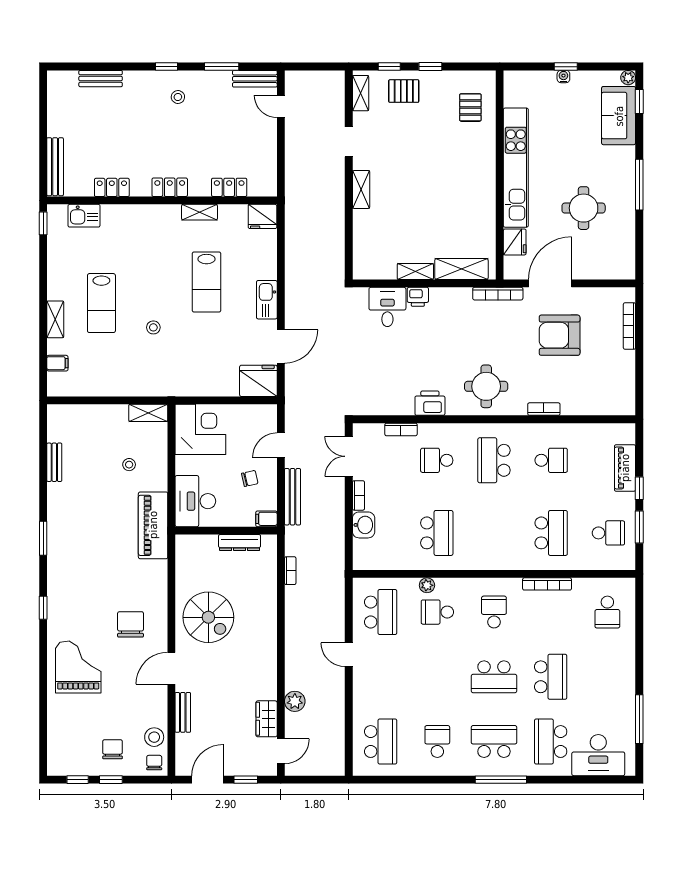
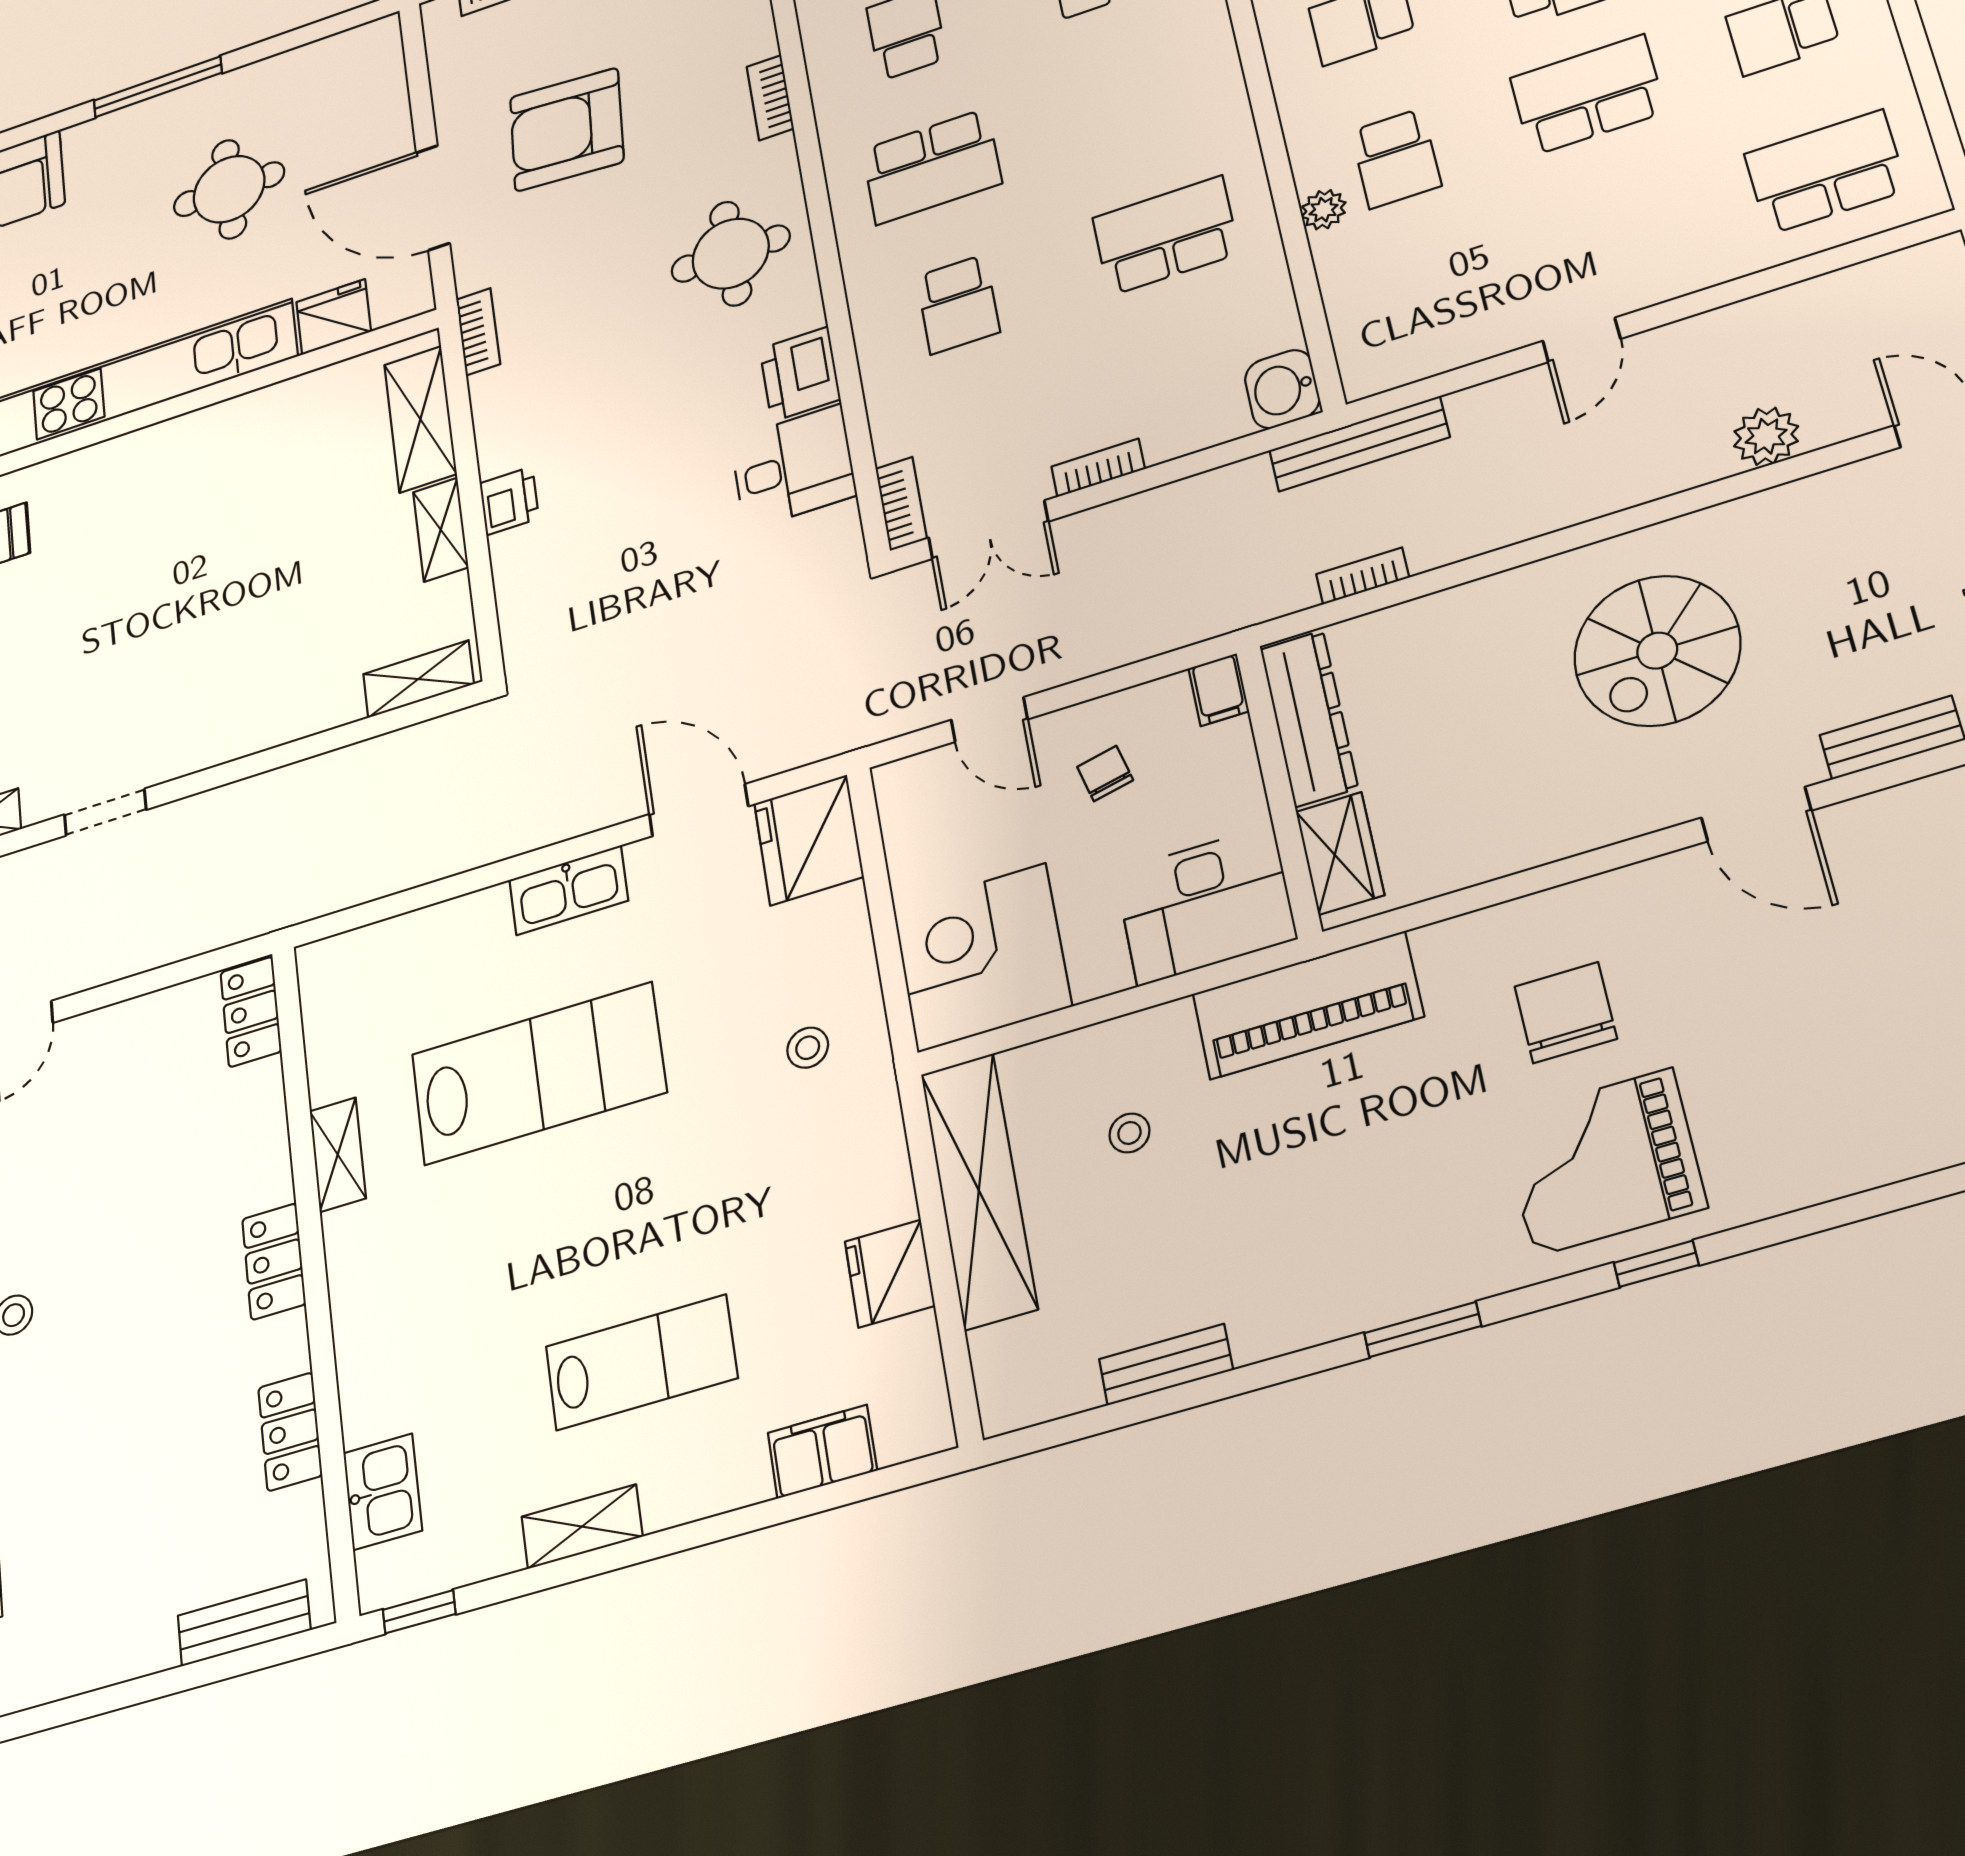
bench: (55, 167) -> (244, 1623), width x0.73
locker: (229, 187) -> (251, 1012), moved
shelving: (361, 189) -> (418, 679), moved
fridge: (262, 216) -> (890, 1274), moved, turned 180
lab bench: (206, 282) -> (538, 1073), width x1.36, depth x1.39
bookcase: (498, 294) -> (478, 332), width x0.64
desk: (387, 307) -> (793, 467), moved, turned 180
shelving: (55, 319) -> (582, 1527), moved
stool: (153, 327) -> (808, 1048), moved
armchair: (560, 335) -> (567, 130), turned 94
filing cabinet: (57, 363) -> (822, 1452), width x2.00
shelving: (148, 413) -> (979, 1190), width x2.20, depth x1.33
bookcase: (401, 429) -> (901, 504), moved
bench: (293, 497) -> (1359, 444), moved
washbasin: (364, 525) -> (1282, 389), moved, turned -90
dresser: (240, 543) -> (1309, 718), width x1.37, depth x1.24
school desk: (381, 612) -> (1588, 95), moved
spiral stairs: (208, 617) -> (1657, 651), moved, turned 180
chair: (131, 624) -> (1566, 1013), moved, turned 90
grand piano: (78, 667) -> (1603, 1162), moved
wardrobe: (267, 719) -> (1340, 853), moved, turned -90

